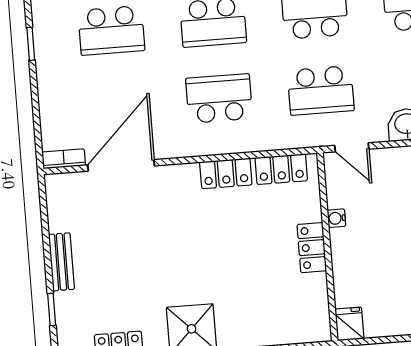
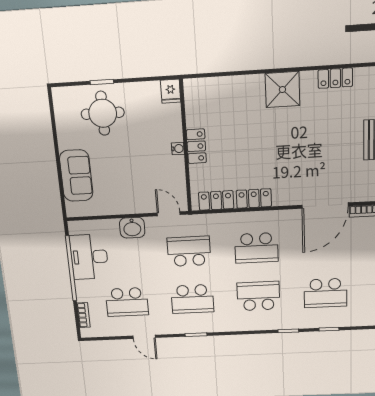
school desk: (111, 30) -> (325, 293), turned 180
water cooler: (336, 218) -> (178, 149), moved

